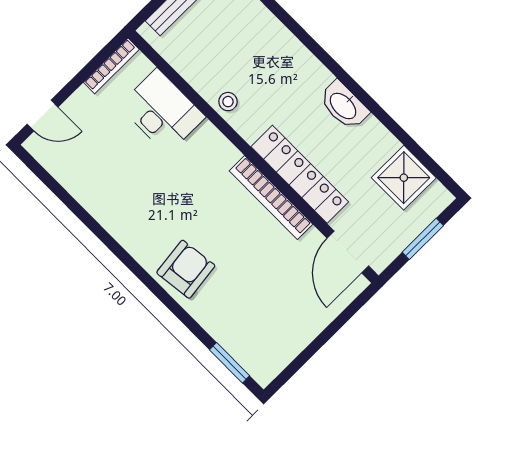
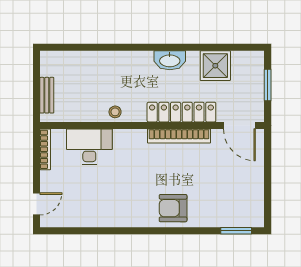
shower: (404, 178) -> (215, 66), moved
armchair: (186, 269) -> (173, 208), turned -83

